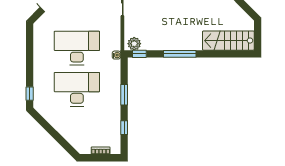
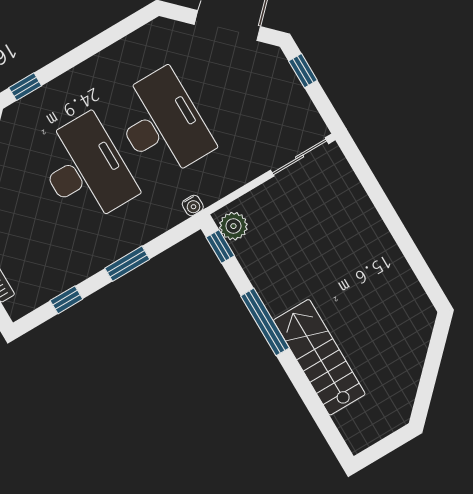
stairs: (228, 41) -> (319, 357), moved

